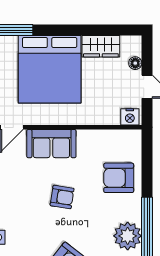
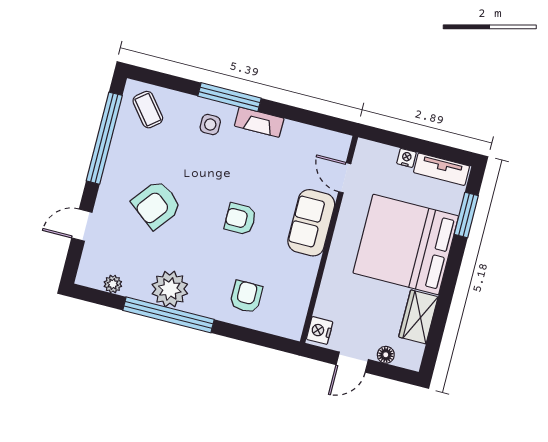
armchair: (119, 178) -> (246, 297), width x0.72, depth x0.72
armchair: (62, 197) -> (240, 219), turned 81

